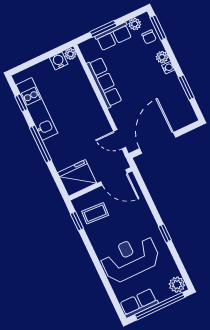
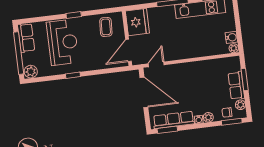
row of seats: (104, 83) -> (174, 120), moved, turned 180
window: (186, 87) -> (167, 130), moved
window: (77, 221) -> (74, 15), moved

